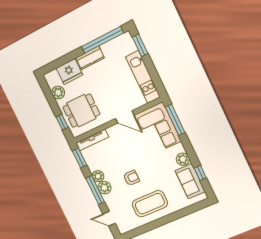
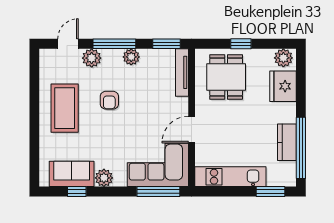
kitchen counter: (90, 58) -> (287, 142), moved
plant: (58, 92) -> (283, 58), moved
window: (62, 122) -> (241, 44), moved
plant: (104, 188) -> (92, 58), moved

